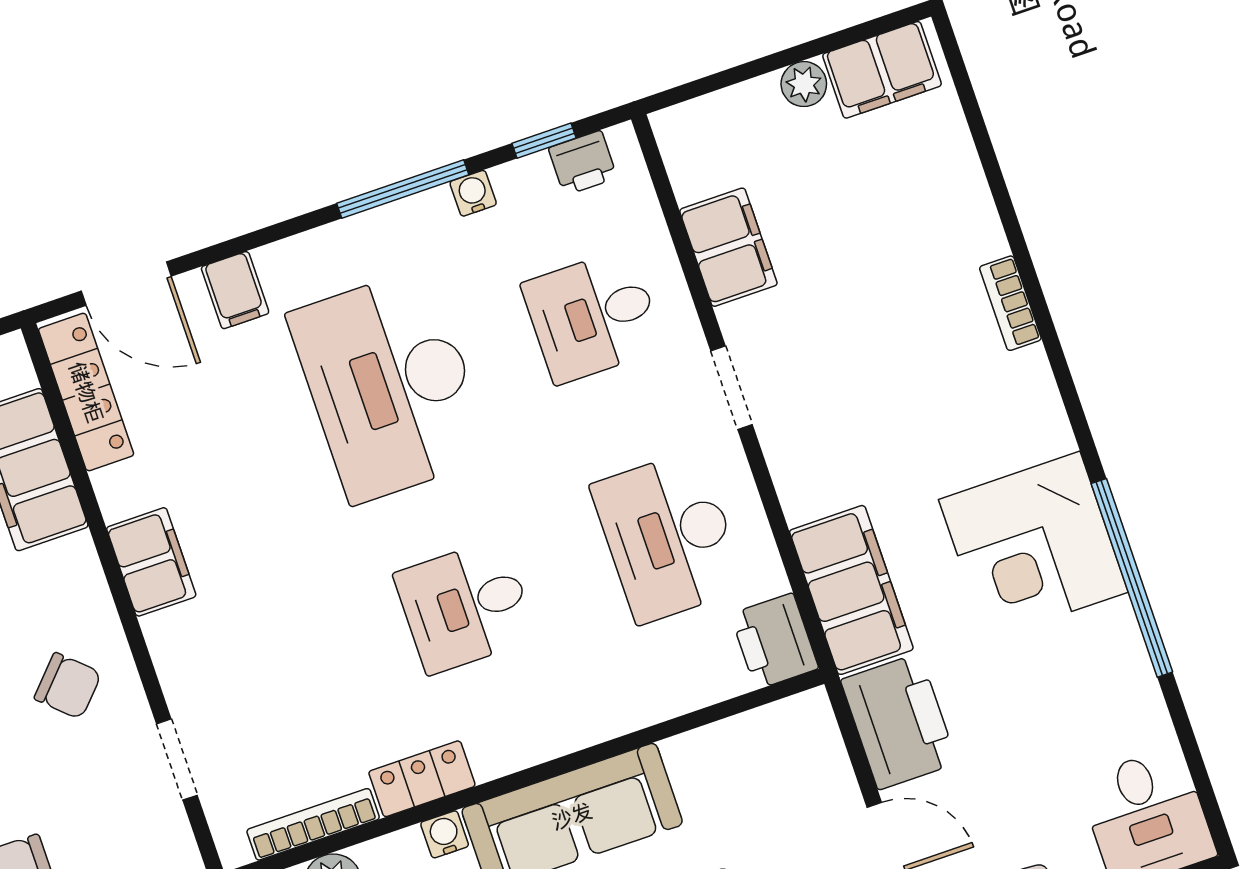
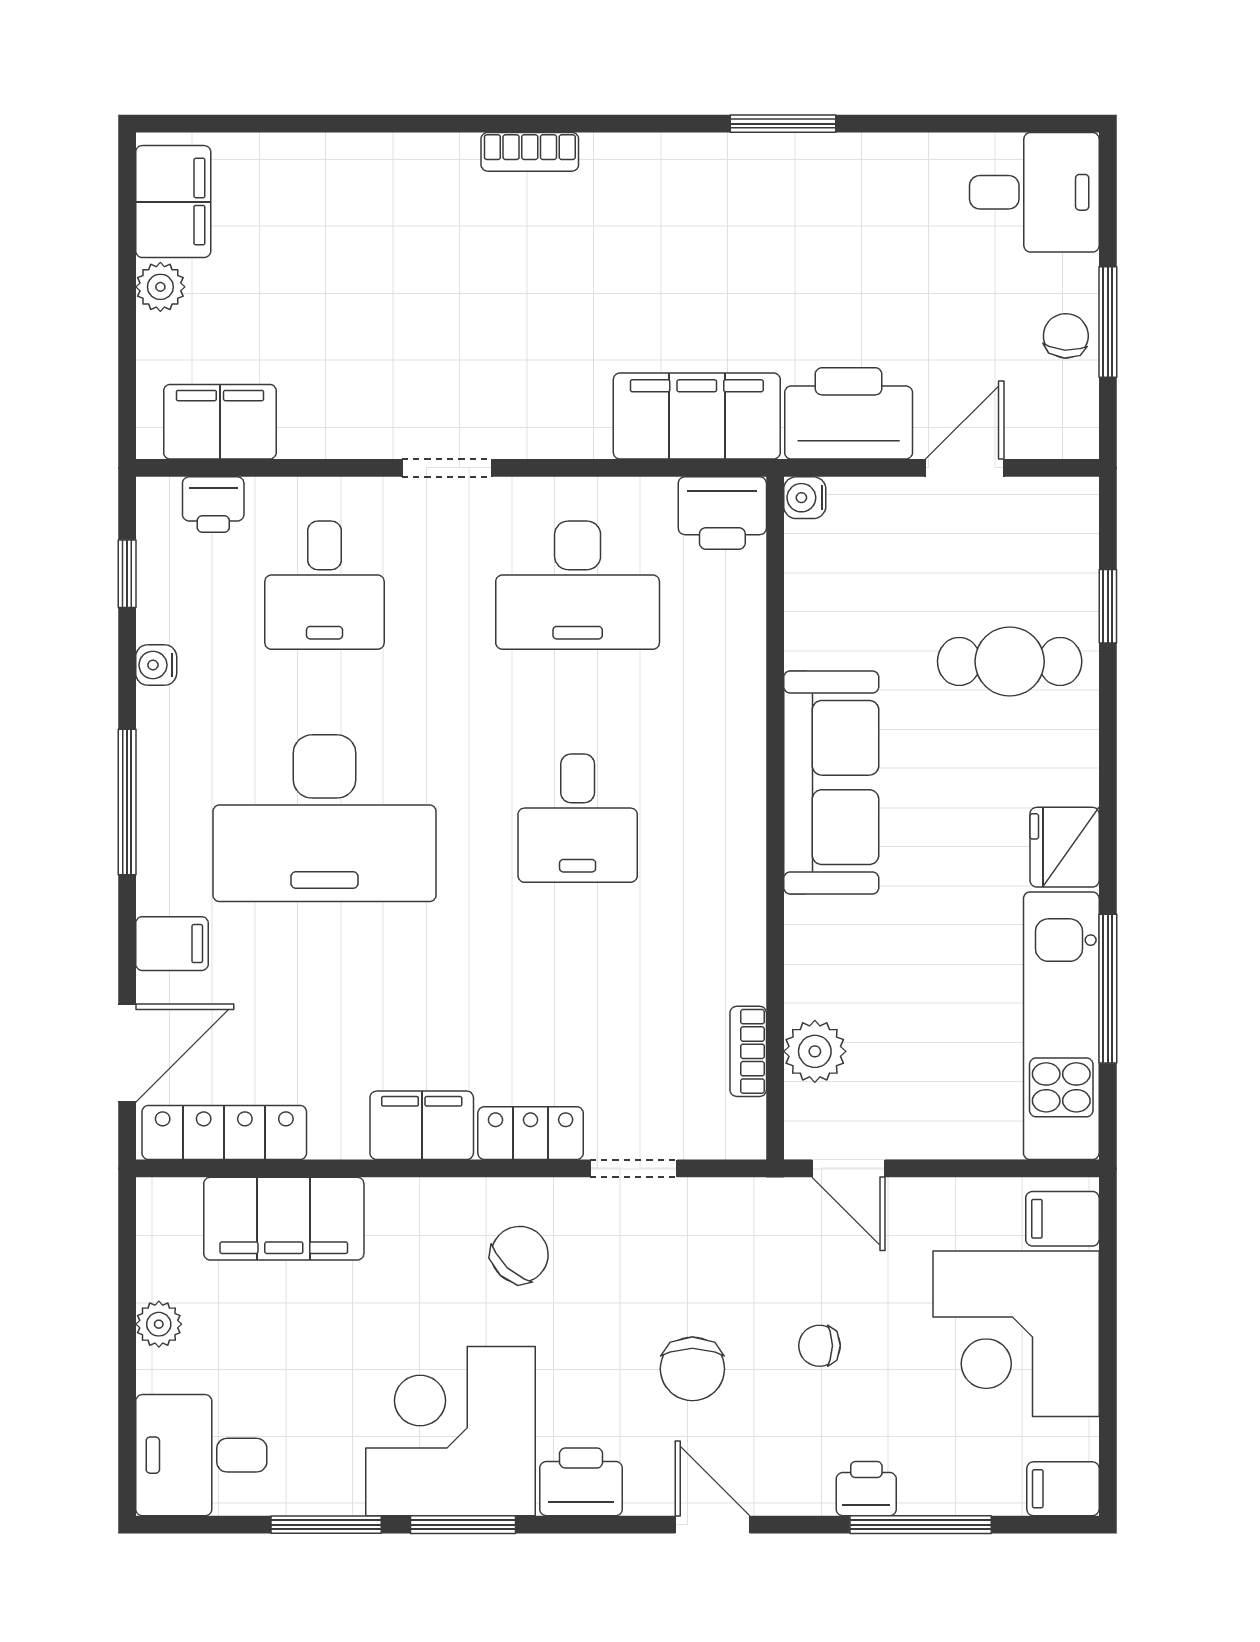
printer: (583, 163) -> (213, 505), moved, turned 90
window: (403, 189) -> (127, 802), moved
filing cabinet: (728, 247) -> (220, 422), moved
bookcase: (1010, 303) -> (530, 152), moved
corner desk: (1033, 546) -> (715, 213), removed
window: (1132, 578) -> (783, 124), width x0.47
locker: (422, 779) -> (531, 1133), moved, turned 90
bookcase: (313, 824) -> (748, 1051), width x0.64
water cooler: (445, 834) -> (805, 498), moved

